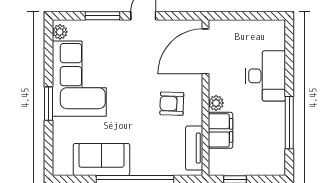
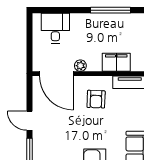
desk: (266, 76) -> (55, 28), moved, width x0.73
plant: (216, 103) -> (80, 66), moved

